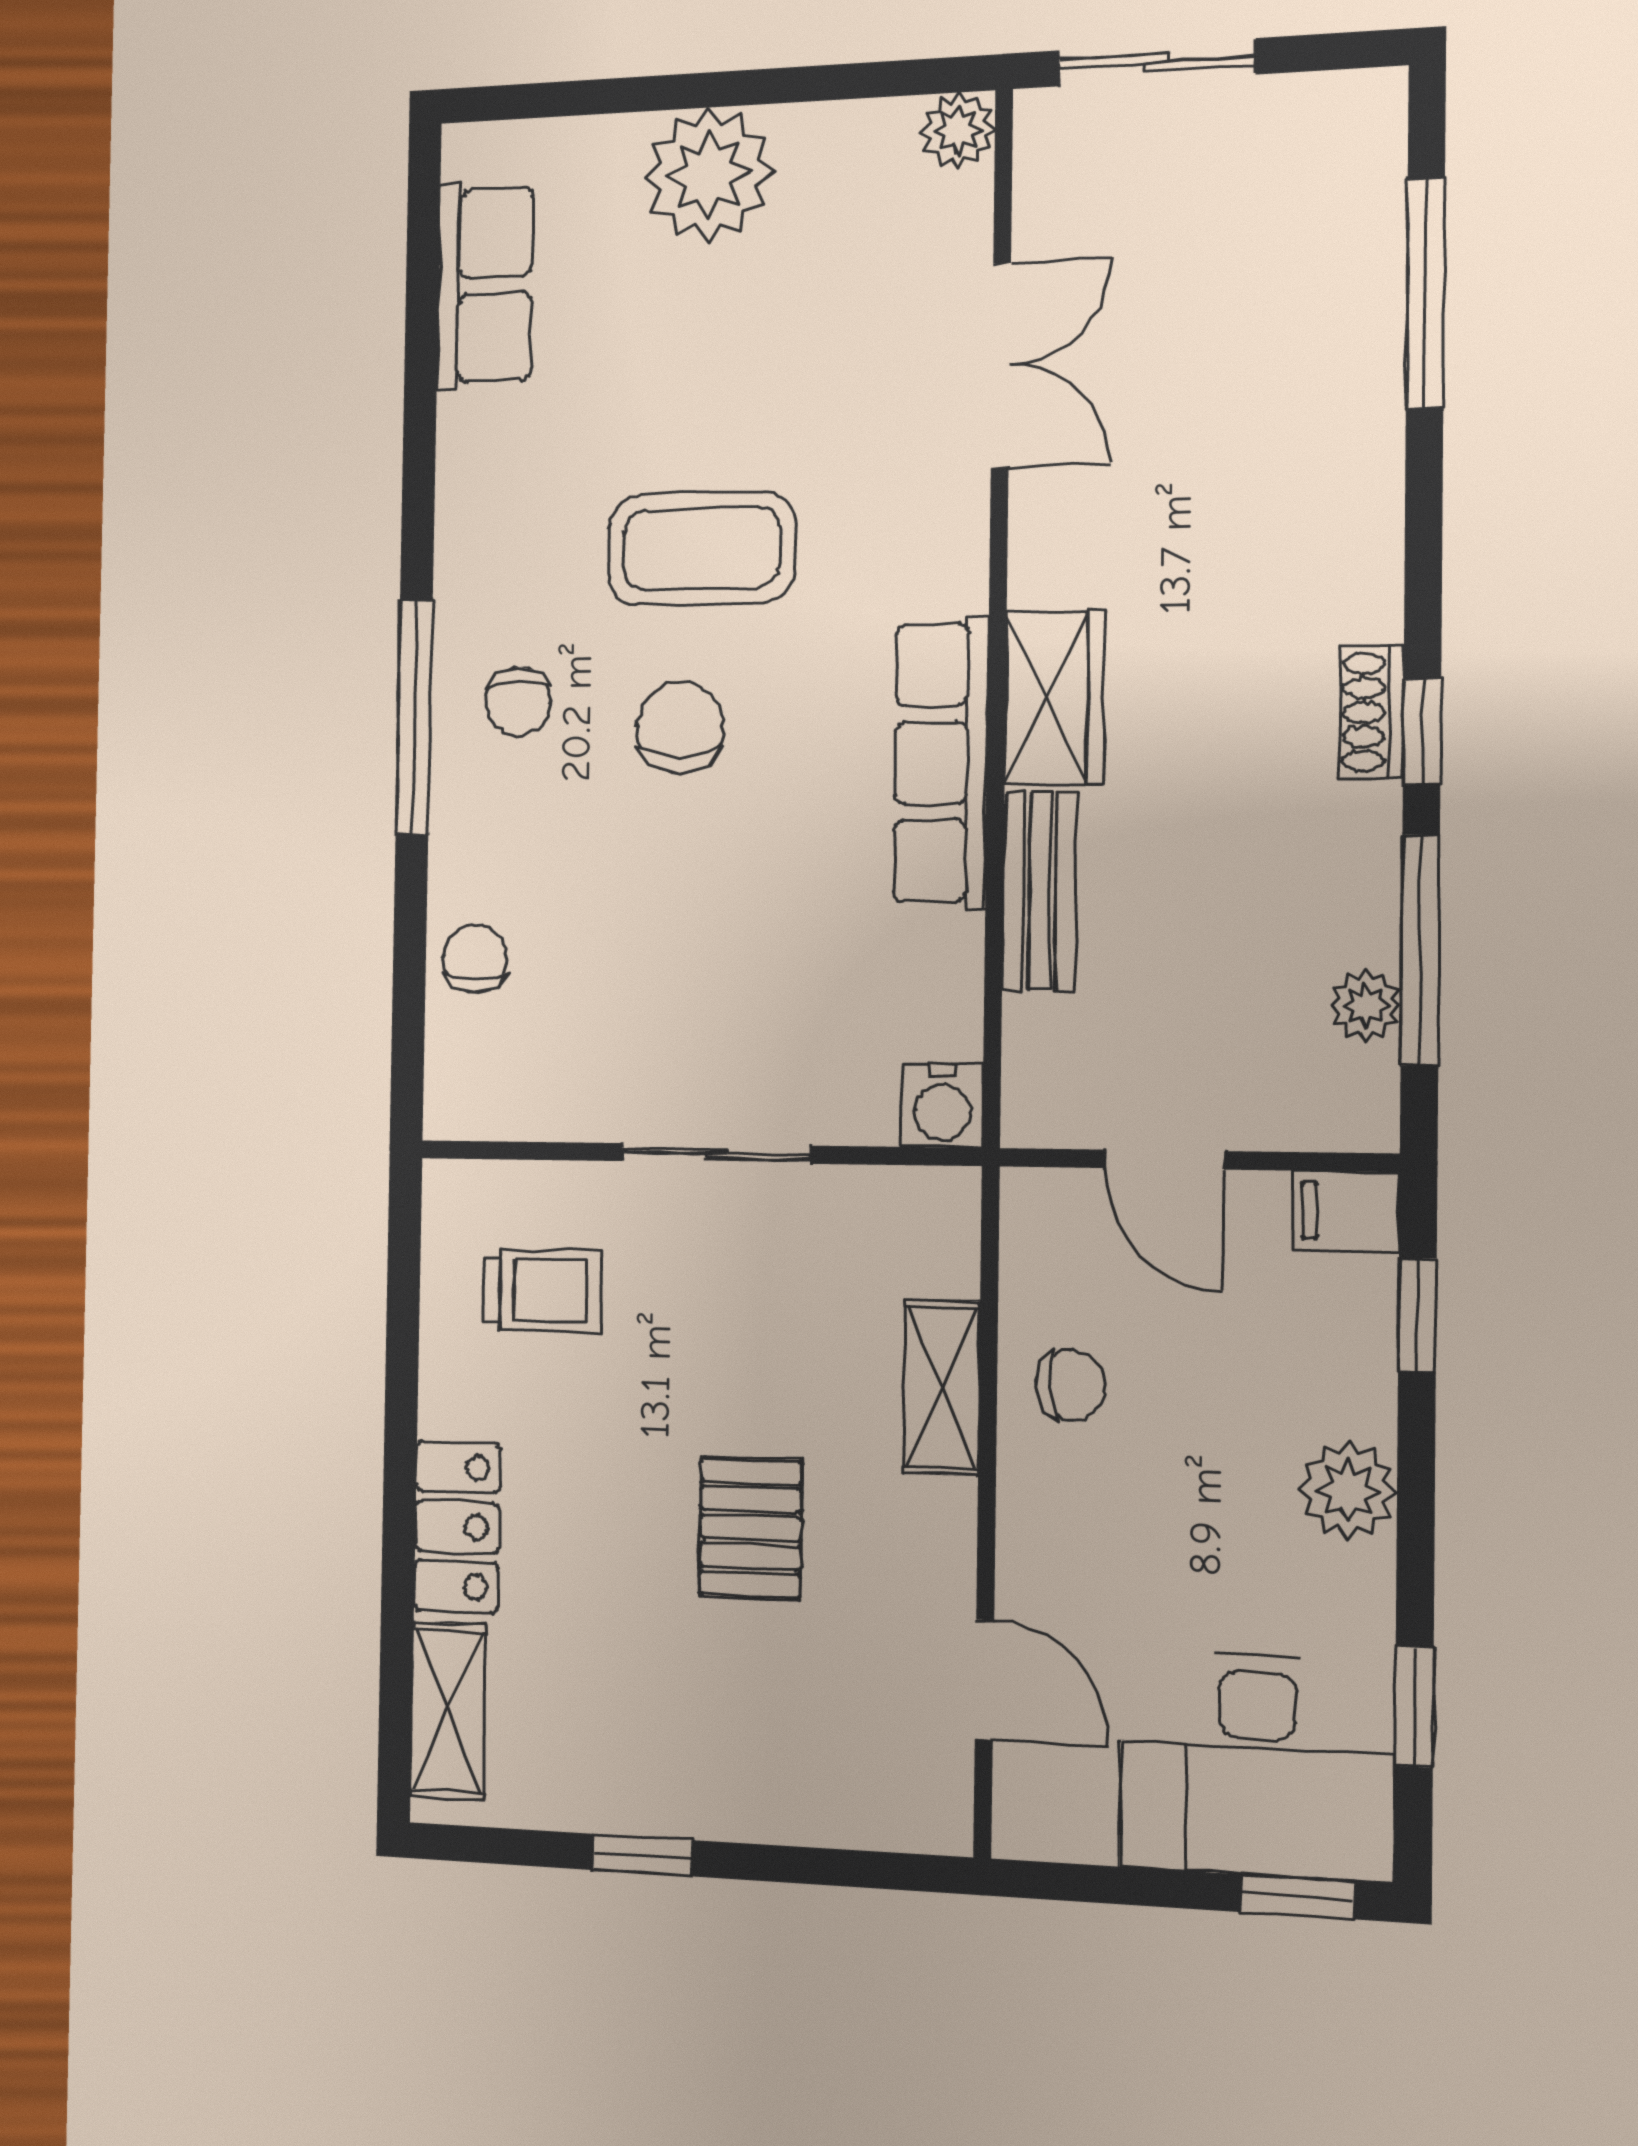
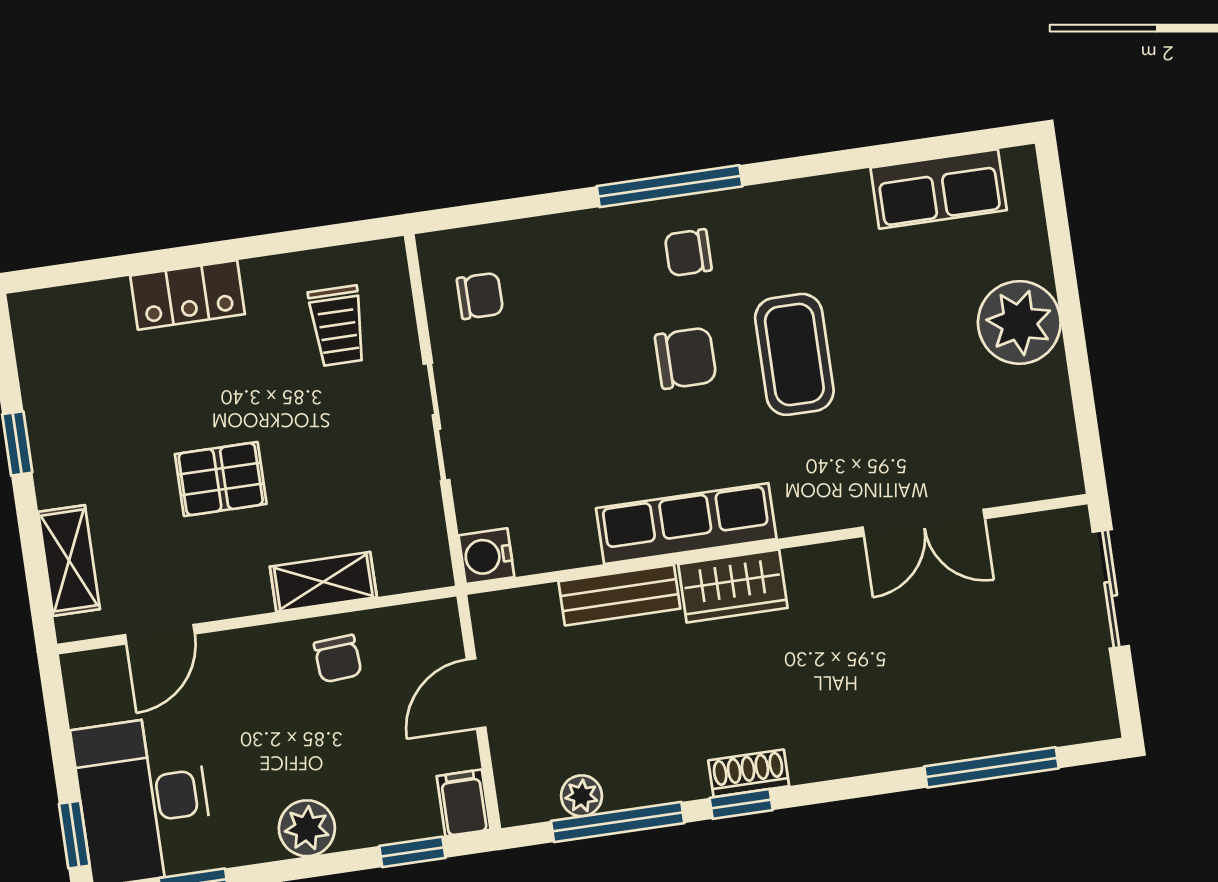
plant: (958, 130) -> (1060, 474), removed
chair: (475, 959) -> (480, 296), moved
shelving: (448, 1711) -> (69, 560), moved, turned 90

